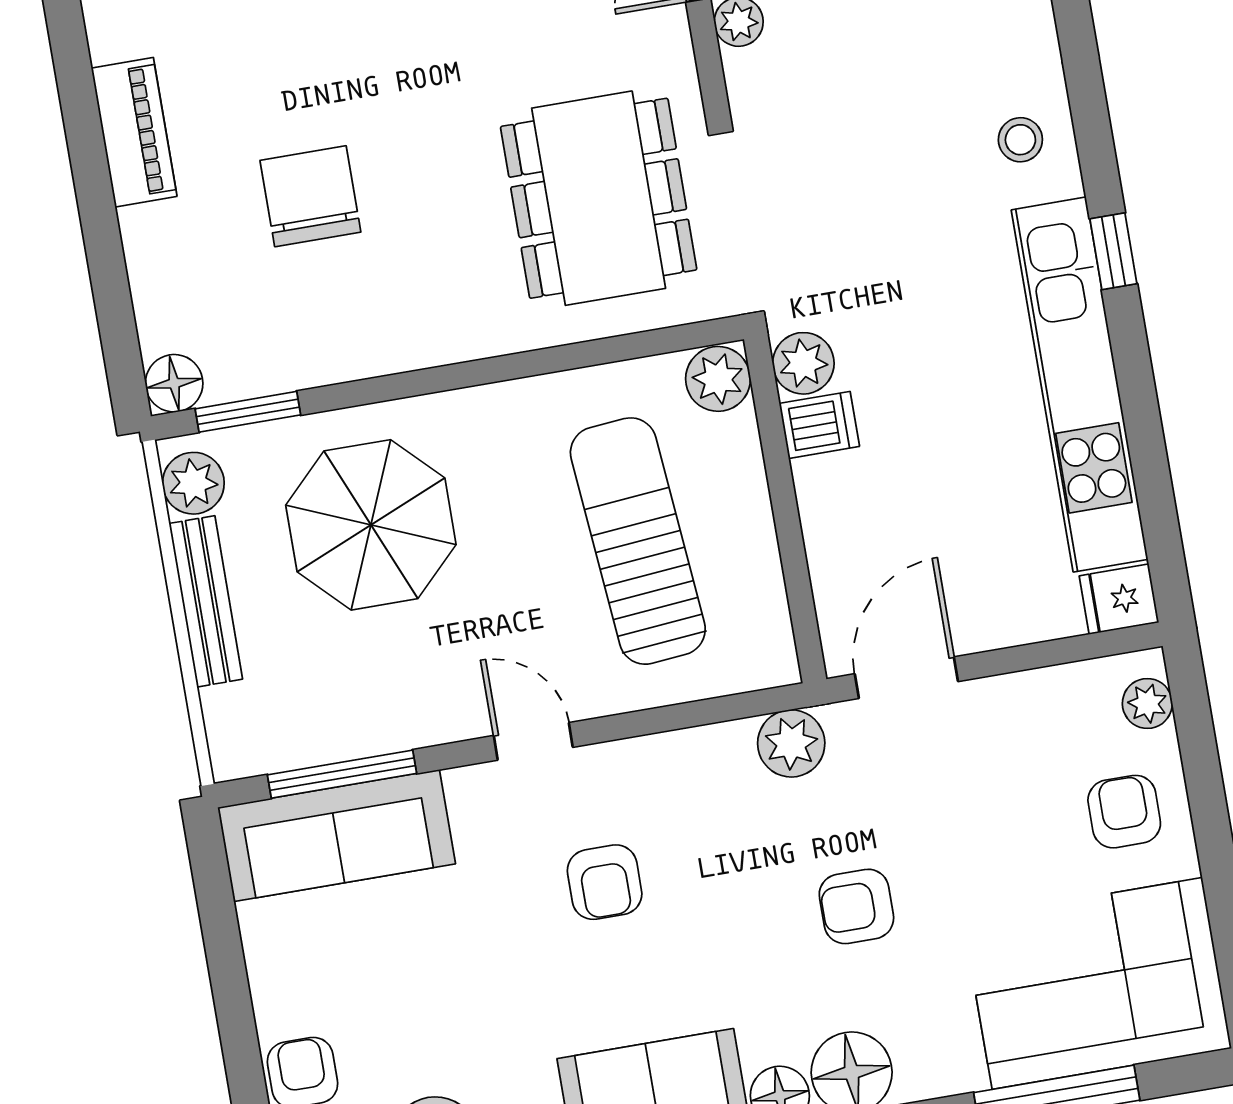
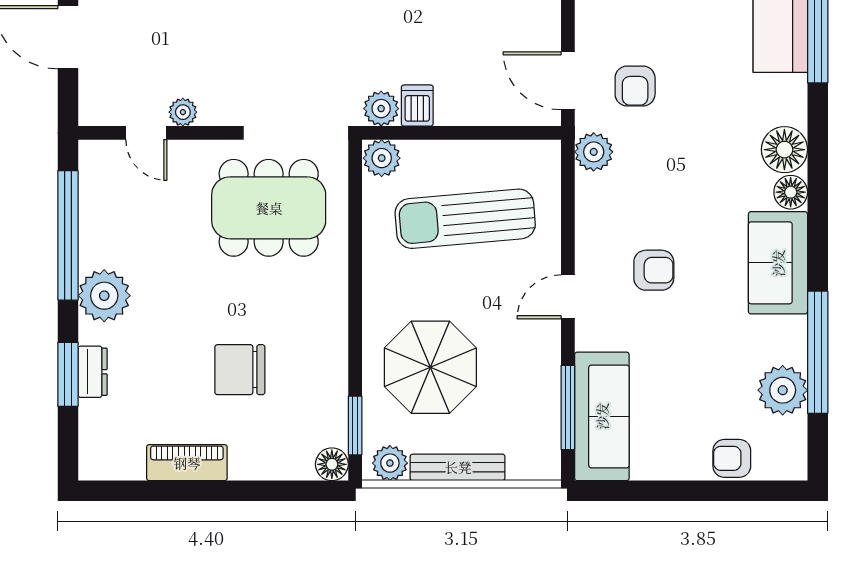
armchair: (856, 906) -> (635, 86), moved

